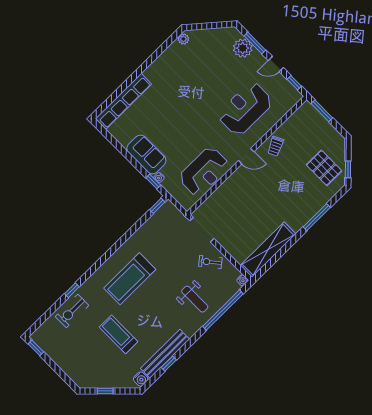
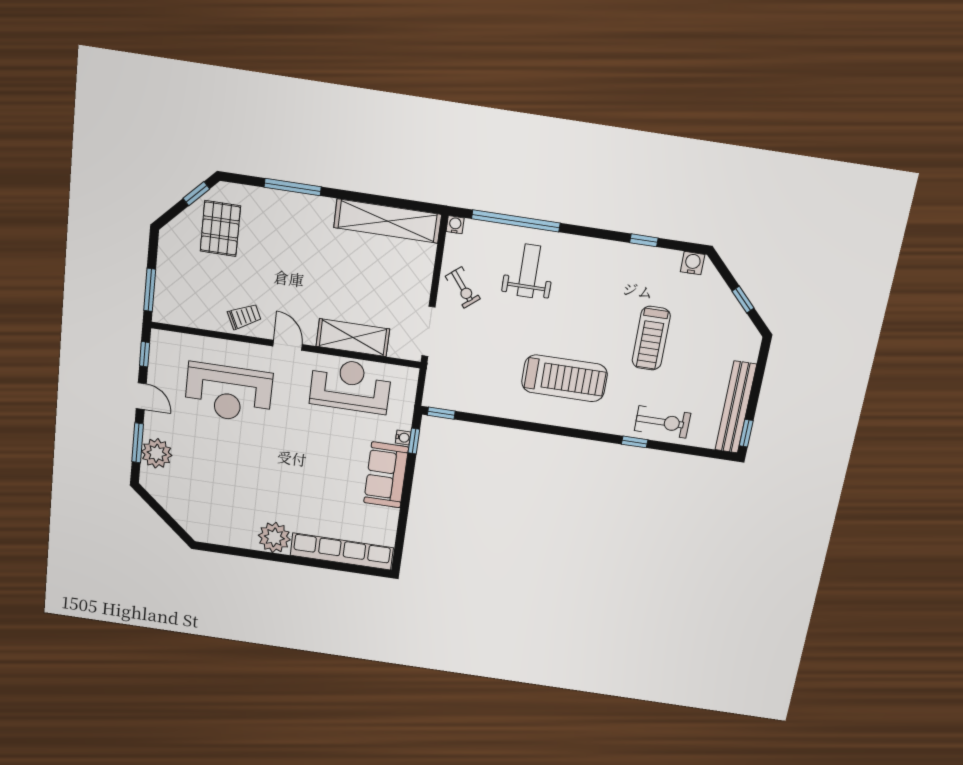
plant: (183, 39) -> (274, 537), moved, width x1.87, depth x1.87
shelving: (226, 191) -> (353, 338), added
bench: (165, 354) -> (736, 407), moved, turned 90

